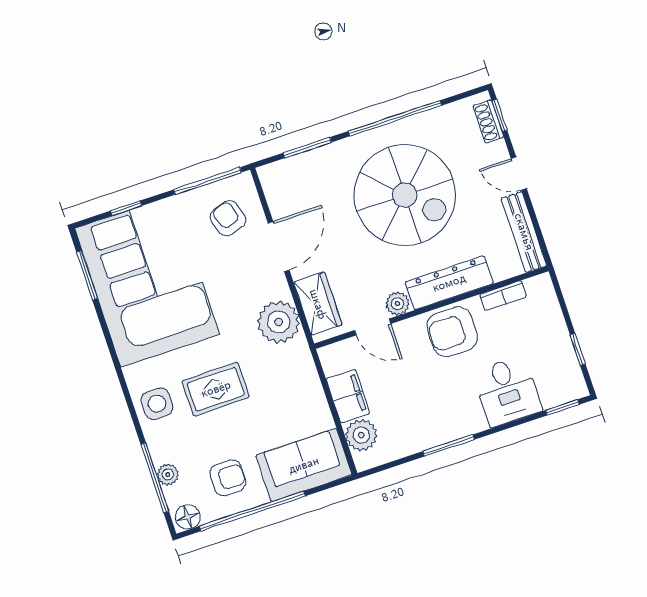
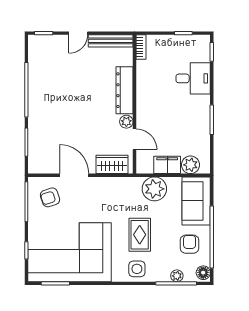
shoe rack: (488, 122) -> (45, 40), removed
spiral stairs: (405, 195) -> (69, 98), removed
bookcase: (503, 296) -> (141, 47), moved
plant: (279, 322) -> (154, 189), moved
door: (373, 327) -> (134, 139), hinge flipped
armchair: (452, 332) -> (151, 97), removed

